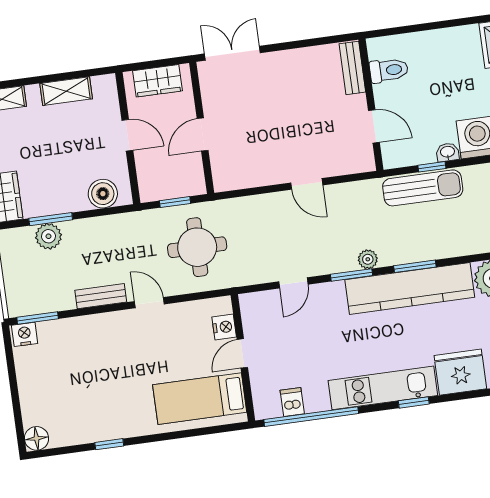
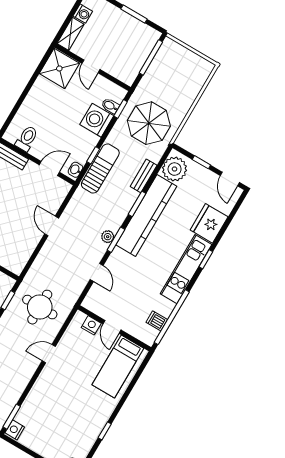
washbasin: (448, 152) -> (75, 170), moved
door: (307, 184) -> (52, 226), swing flipped
plant: (368, 259) -> (108, 237), moved
bench: (101, 296) -> (144, 176), moved

